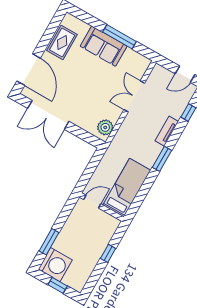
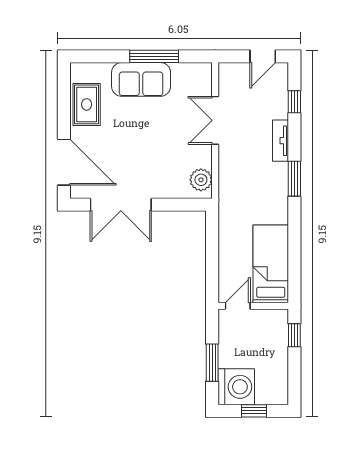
bed: (127, 188) -> (271, 264), moved
door: (92, 202) -> (238, 306), moved
wall: (102, 207) -> (253, 306), moved

